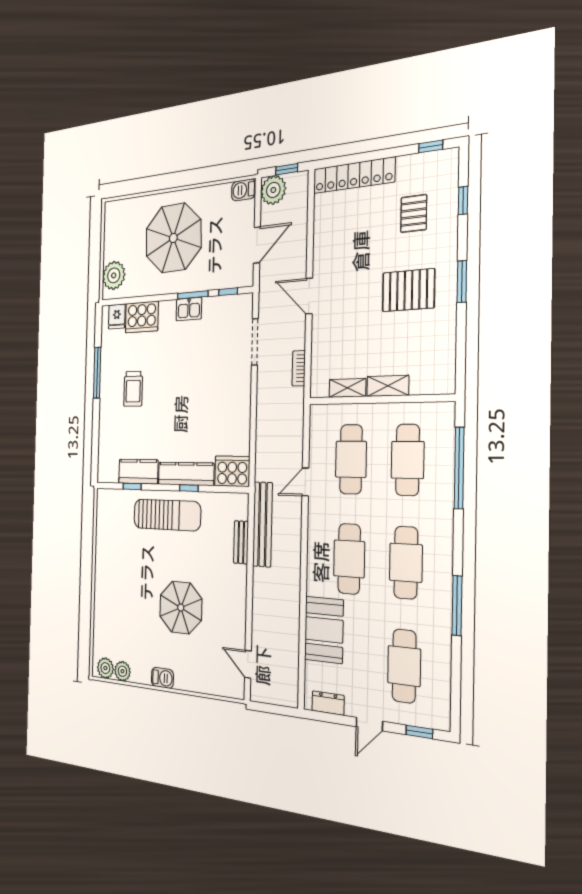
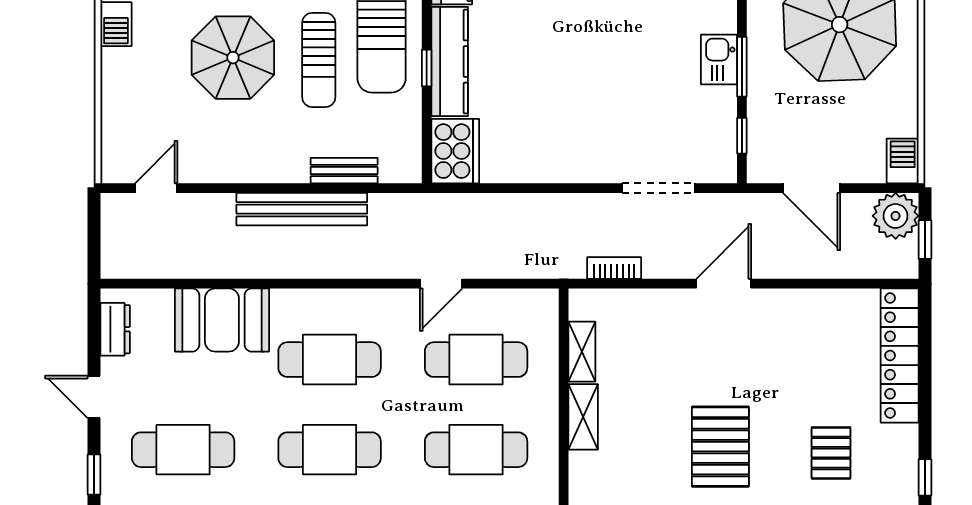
pallet: (414, 214) -> (831, 453), turned 90
door: (305, 482) -> (441, 284), swing flipped
bench: (262, 524) -> (302, 209), moved
sun lounger: (183, 555) -> (319, 60), added

